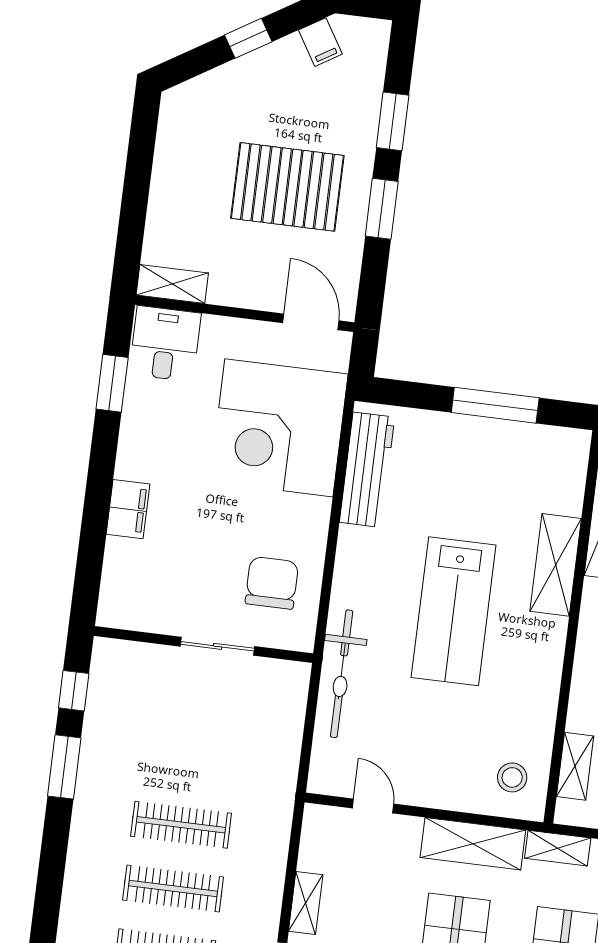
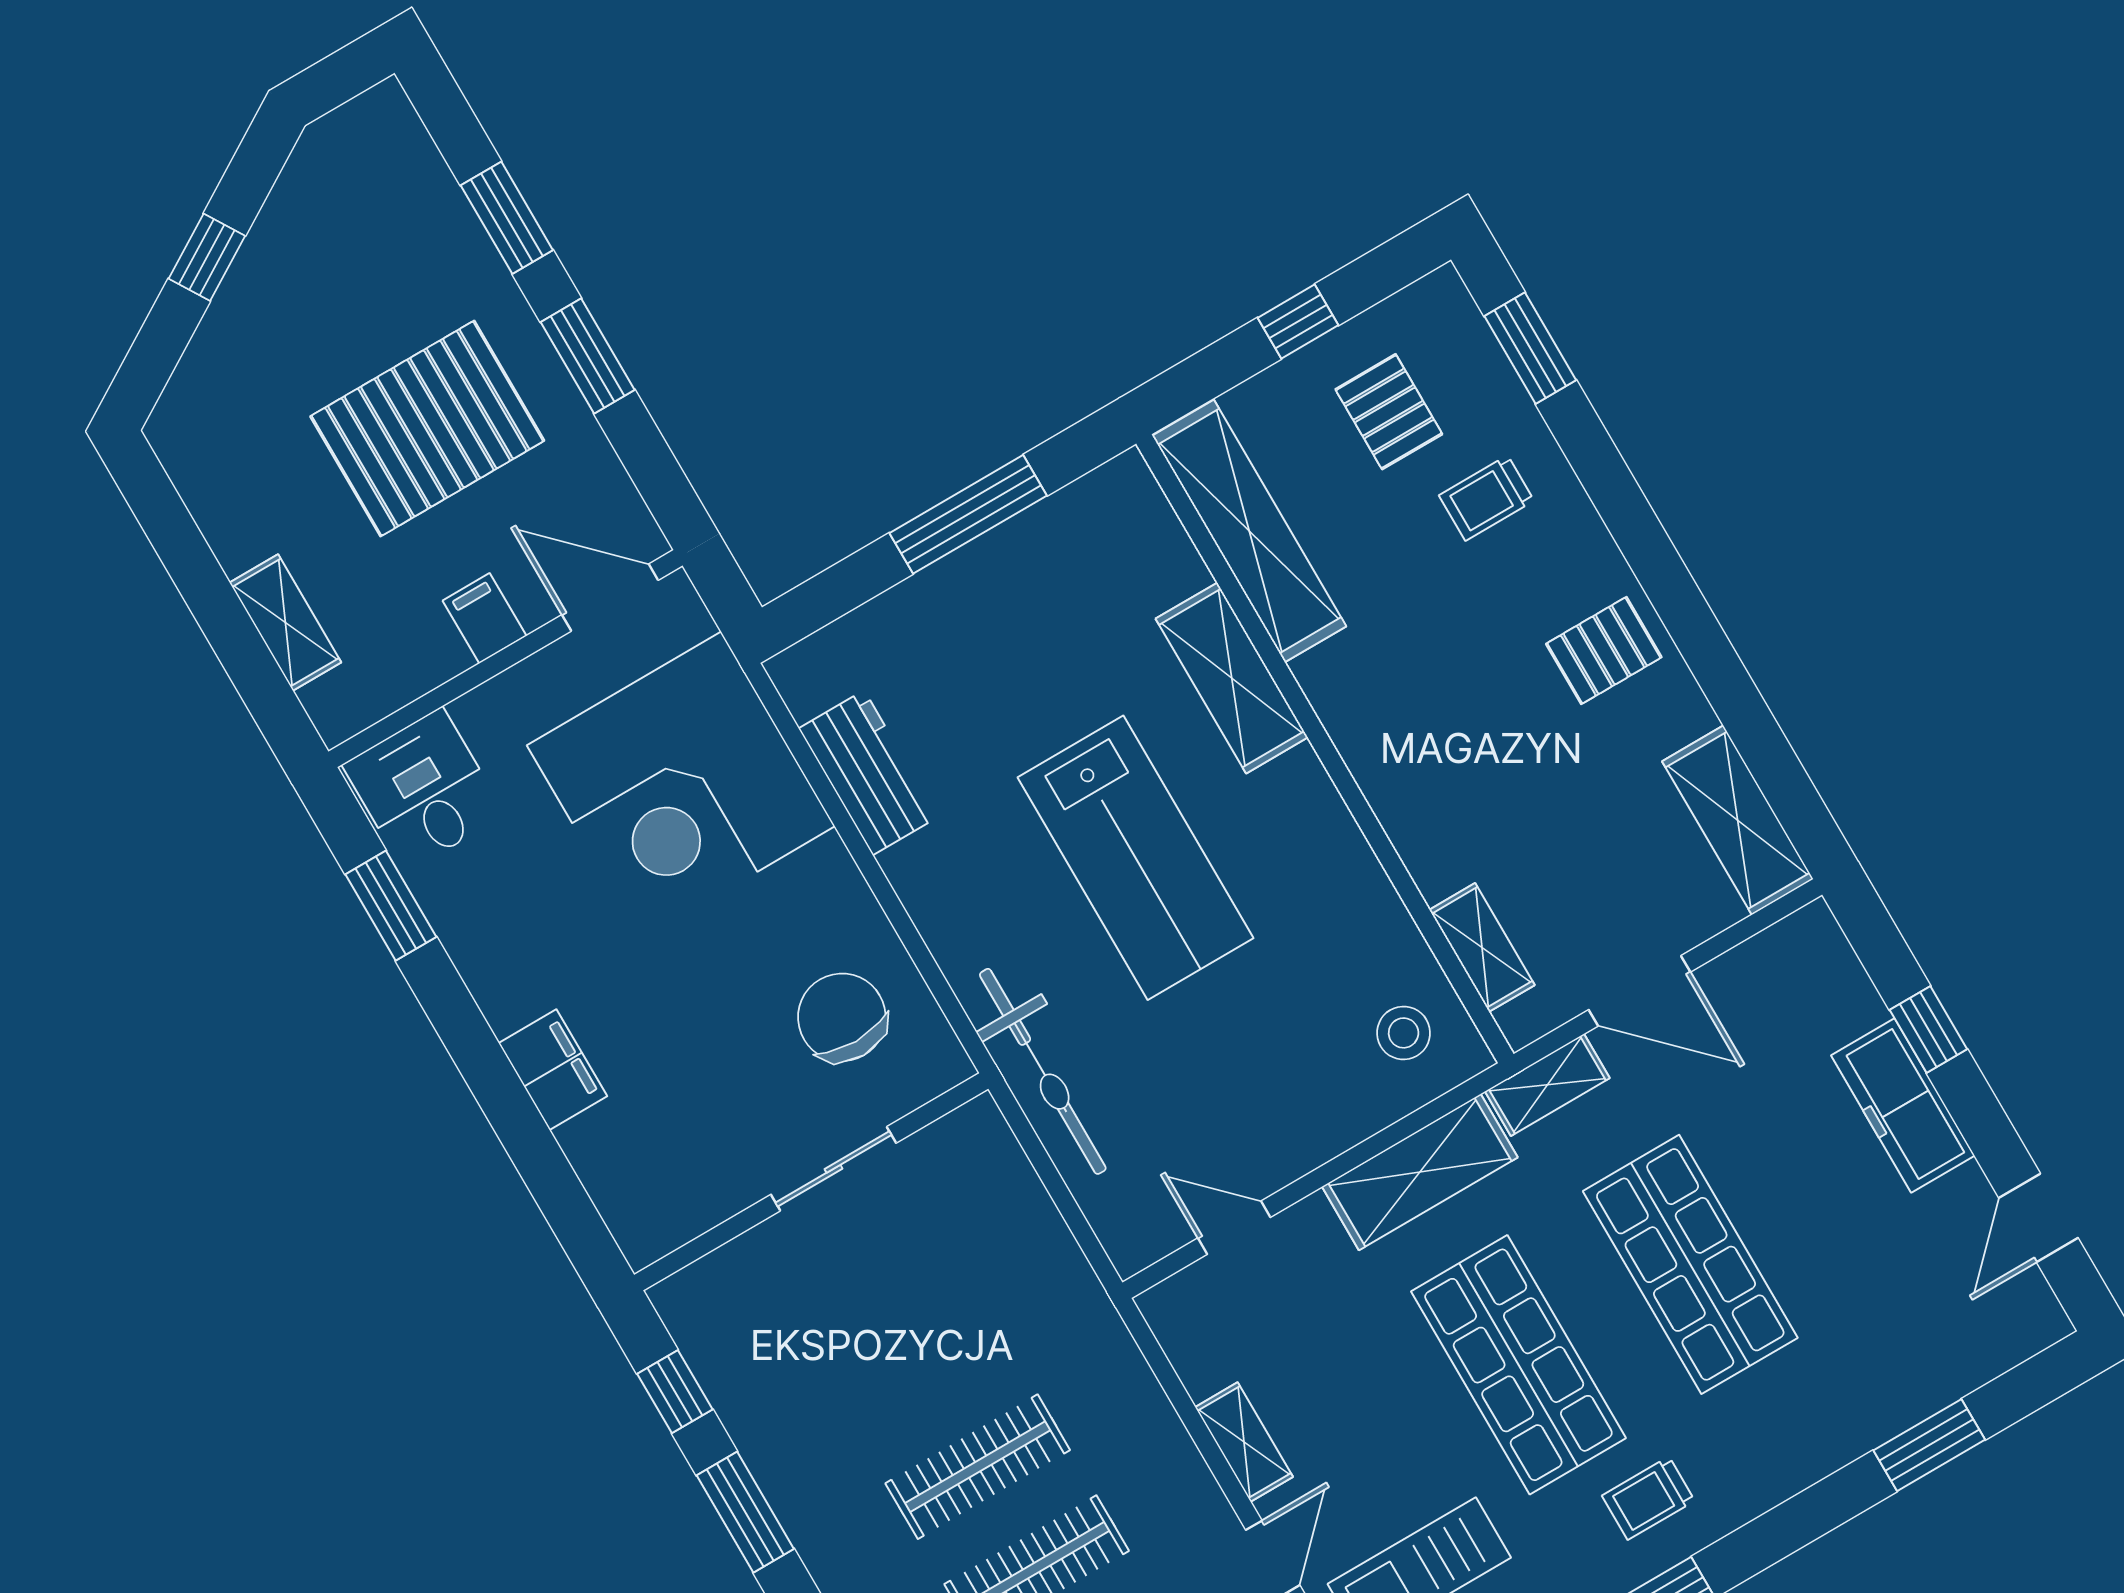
filing cabinet: (320, 42) -> (485, 618), moved, turned -149
shelving: (172, 284) -> (285, 623), moved, turned 90
workbench: (367, 470) -> (868, 773), width x0.73

